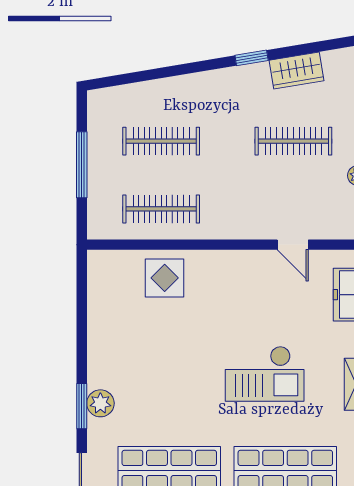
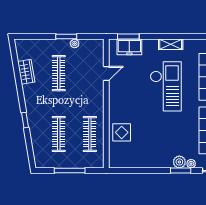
window: (252, 58) -> (25, 120), moved
checkout: (265, 374) -> (166, 86), width x1.36, depth x1.21
plant: (97, 429) -> (191, 164), added

